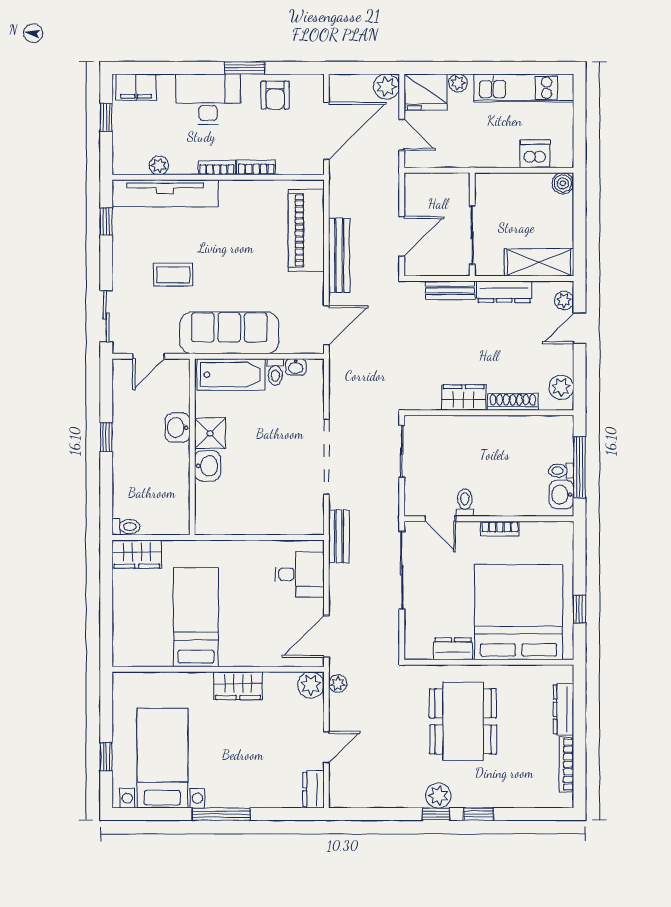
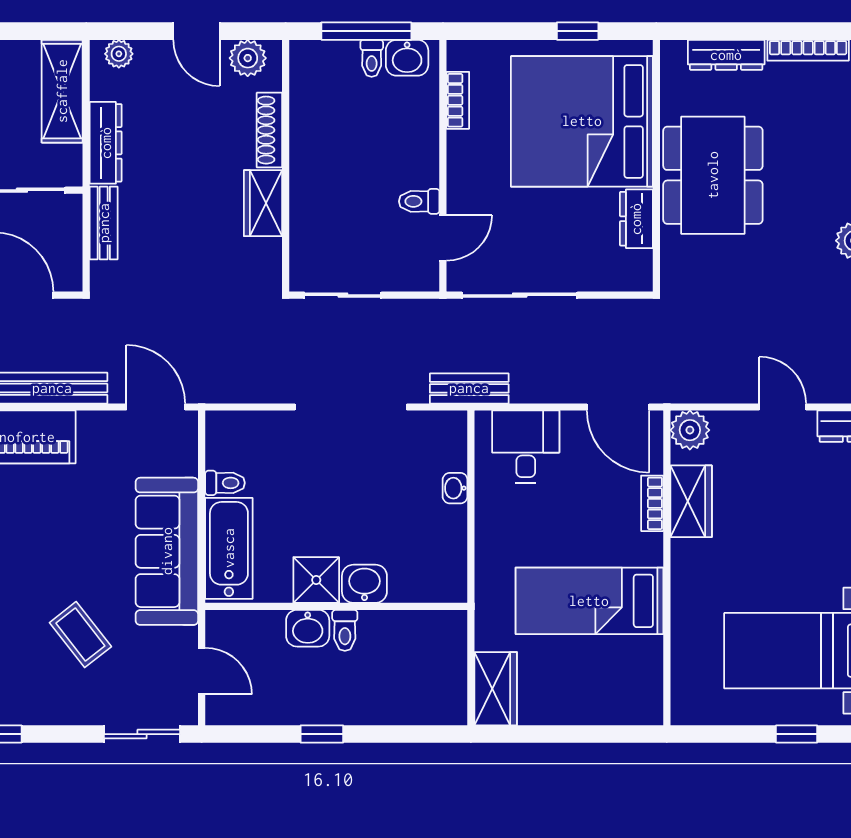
coffee table: (173, 275) -> (80, 635), turned -38
door: (579, 328) -> (196, 31), moved
washbasin: (296, 367) -> (455, 488), moved, turned 180
toilet: (126, 527) -> (345, 630), moved, turned 180
bookcase: (500, 529) -> (458, 100), moved
bookcase: (262, 660) -> (652, 503), added
plant: (338, 684) -> (688, 390), removed
wardrobe: (238, 686) -> (691, 501), moved
dining table: (463, 721) -> (713, 175), moved, turned 90

